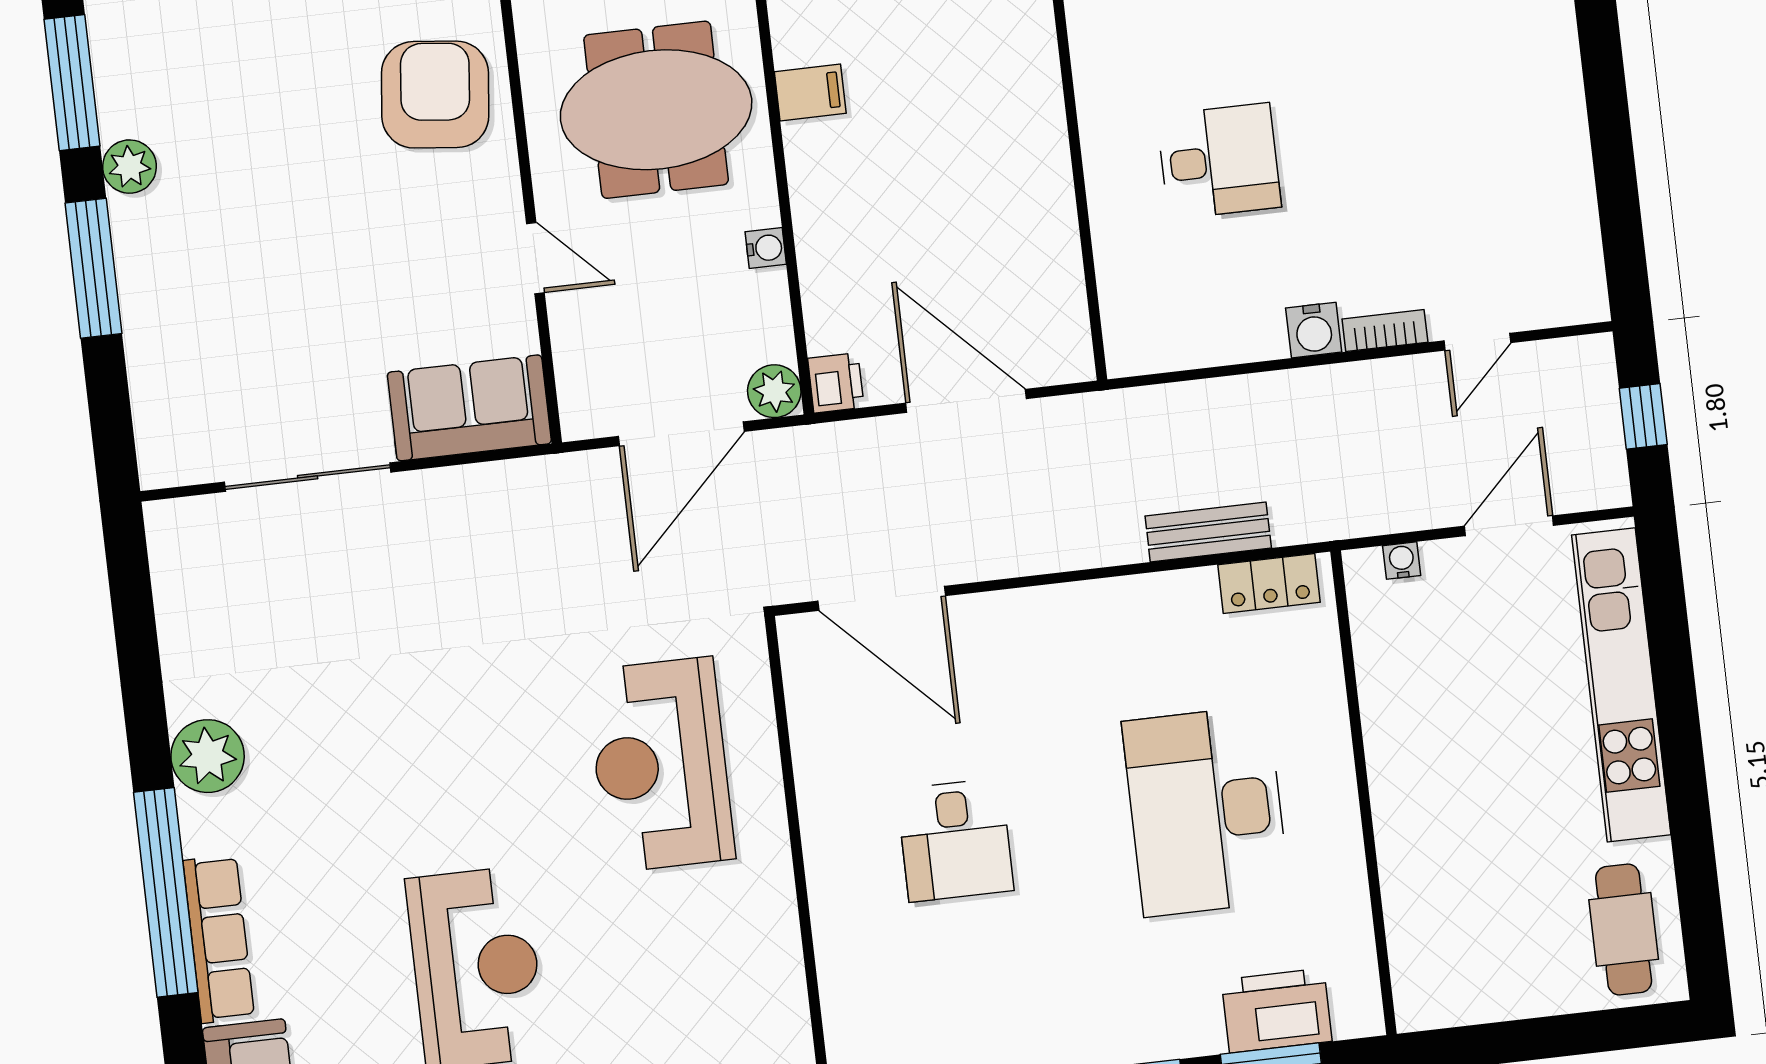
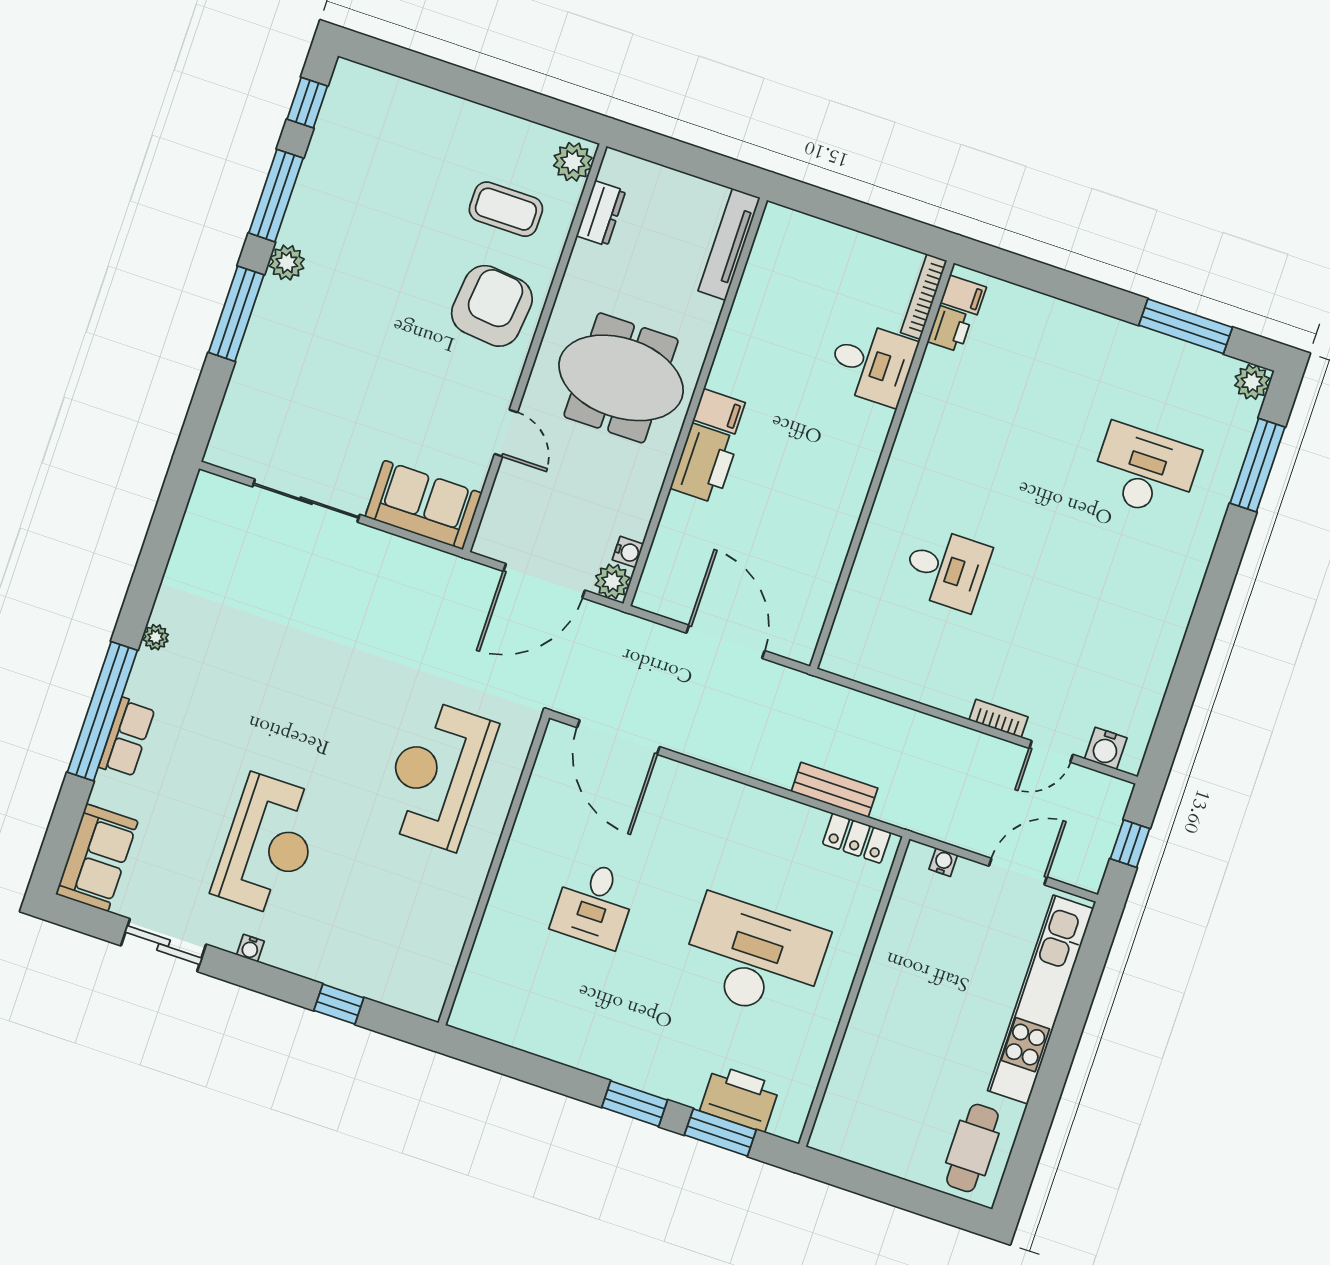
water cooler: (766, 248) -> (628, 552), moved
water cooler: (1314, 330) -> (1106, 748), moved
printer: (836, 383) -> (704, 463), moved, width x1.87, depth x1.48
plant: (208, 756) -> (156, 637), width x0.53, depth x0.53
desk: (1206, 811) -> (754, 958), turned 90
row of seats: (219, 939) -> (127, 738), width x0.68

